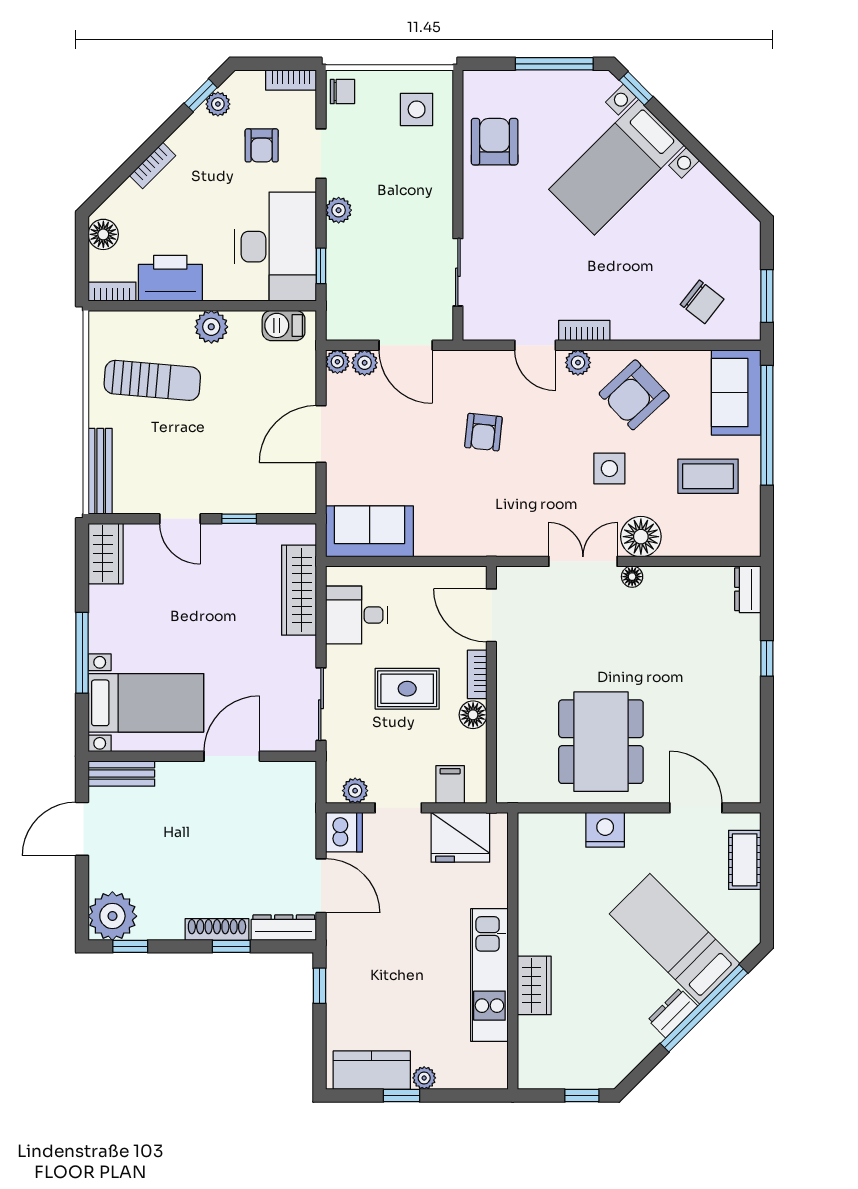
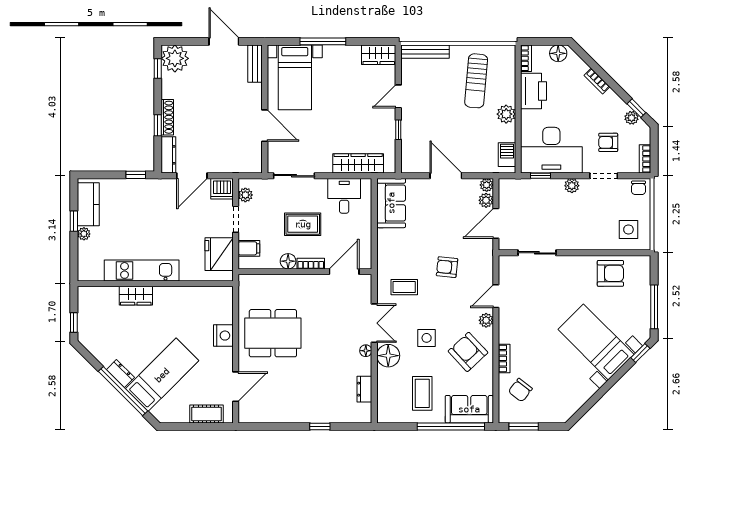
bookcase: (584, 331) -> (504, 358), moved
coffee table: (519, 508) -> (404, 287), added
dresser: (748, 589) -> (364, 389), moved, turned -90
rug: (407, 689) -> (303, 224), turned 90

